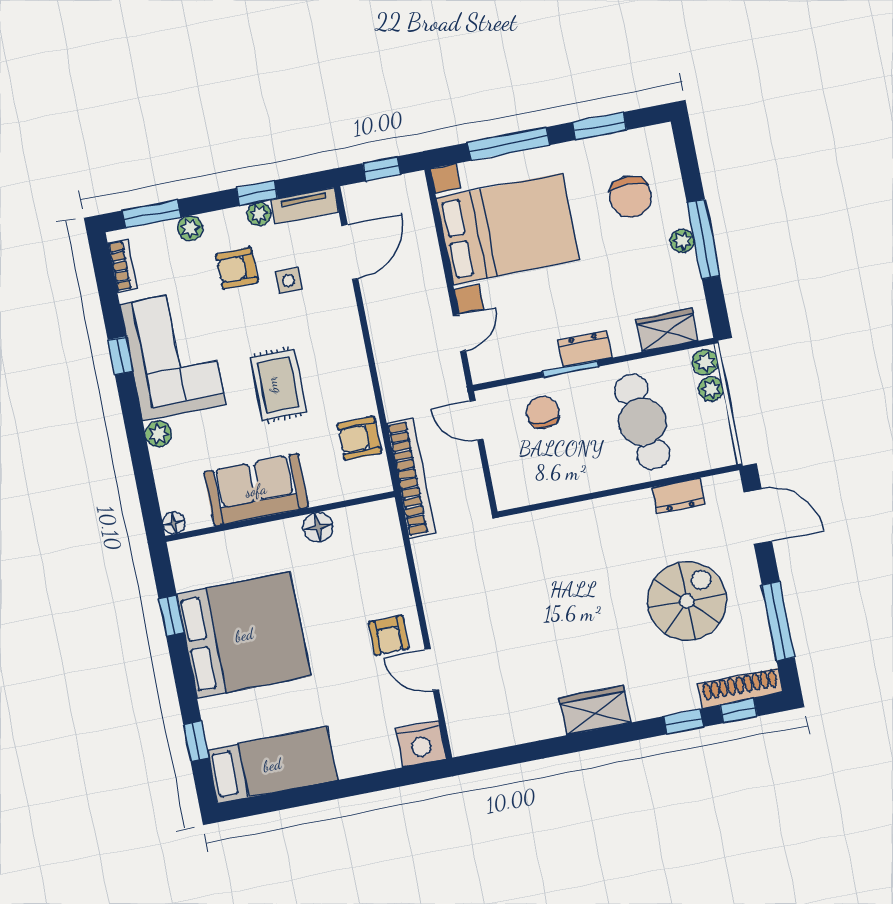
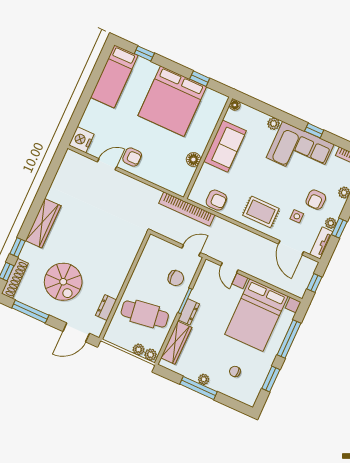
chair: (631, 197) -> (235, 371), width x0.54, depth x0.54
armchair: (237, 268) -> (316, 200), turned 180
wardrobe: (667, 330) -> (176, 343), width x1.50
rug: (278, 385) -> (261, 212), moved
armchair: (359, 438) -> (216, 200), turned 90
armchair: (389, 635) -> (132, 157), turned 180
wardrobe: (595, 710) -> (43, 223), width x1.50

